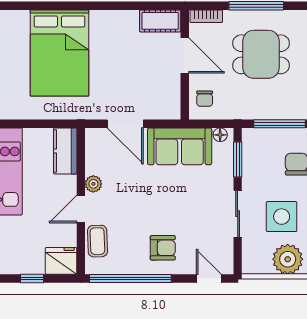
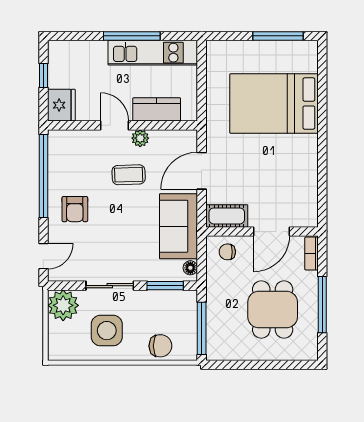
cot: (160, 21) -> (227, 216), moved, turned 90
kitchen counter: (65, 151) -> (157, 109), moved
coffee table: (97, 241) -> (129, 175), moved
plant: (288, 259) -> (63, 305), moved

